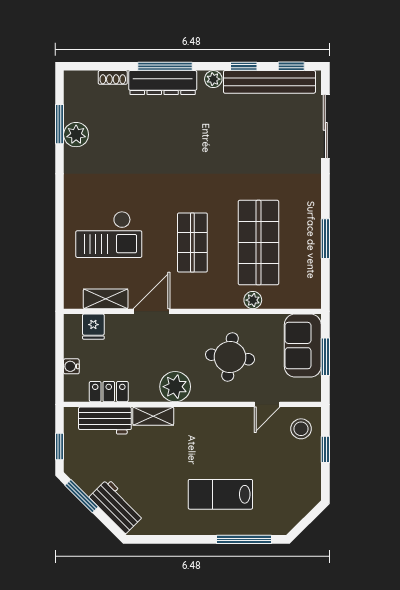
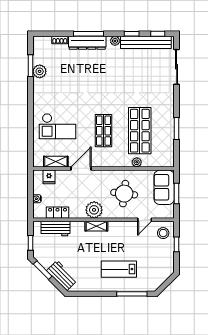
shelving: (153, 416) -> (96, 226), moved

